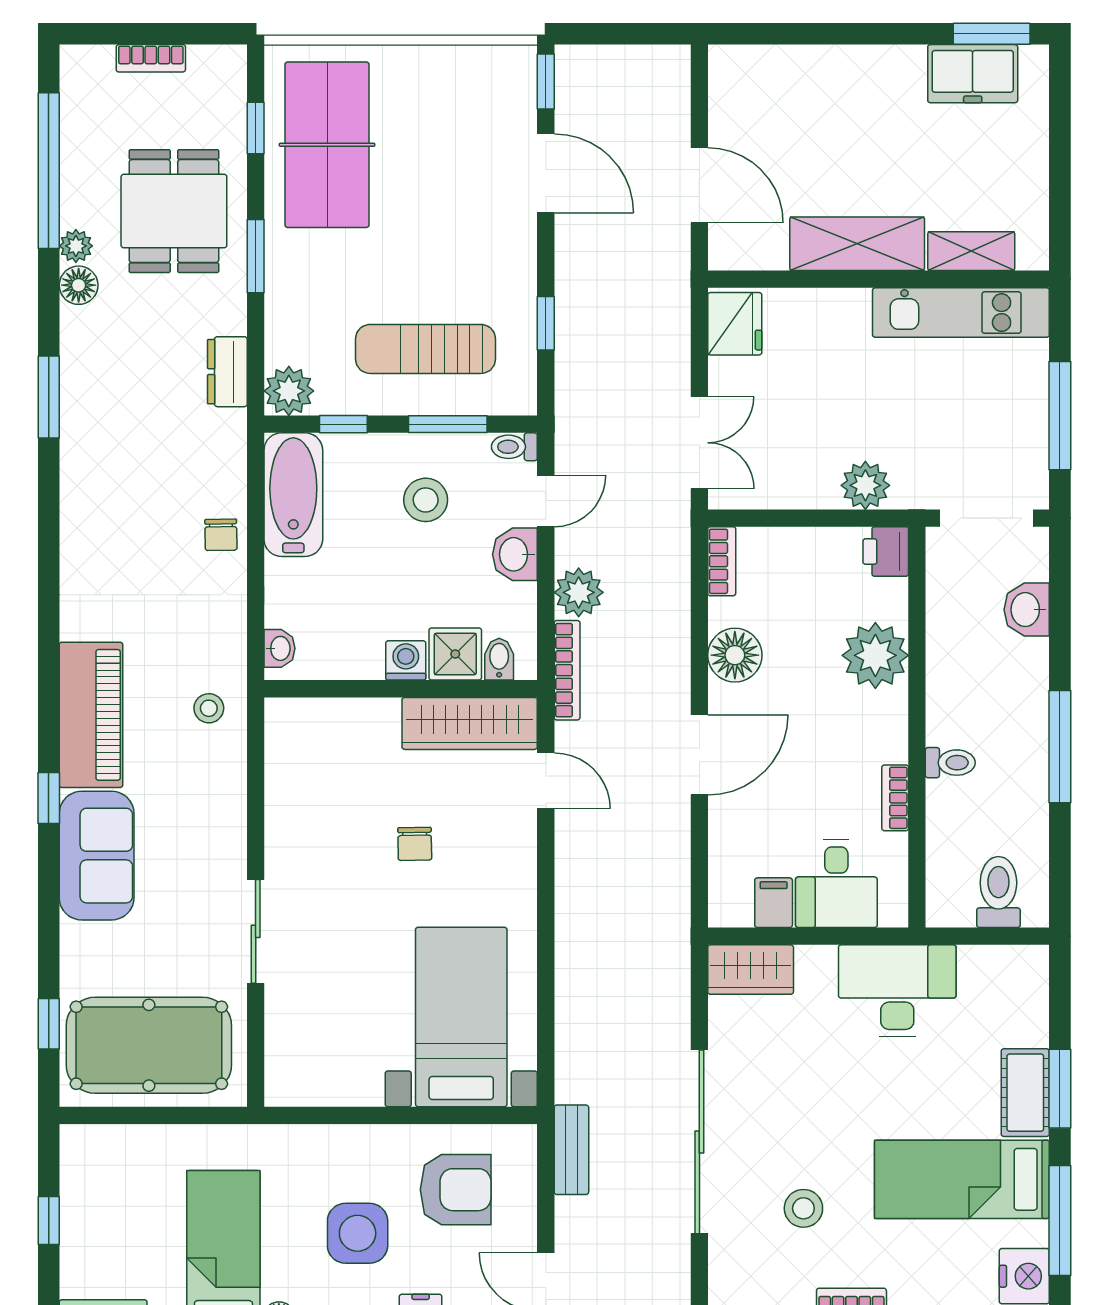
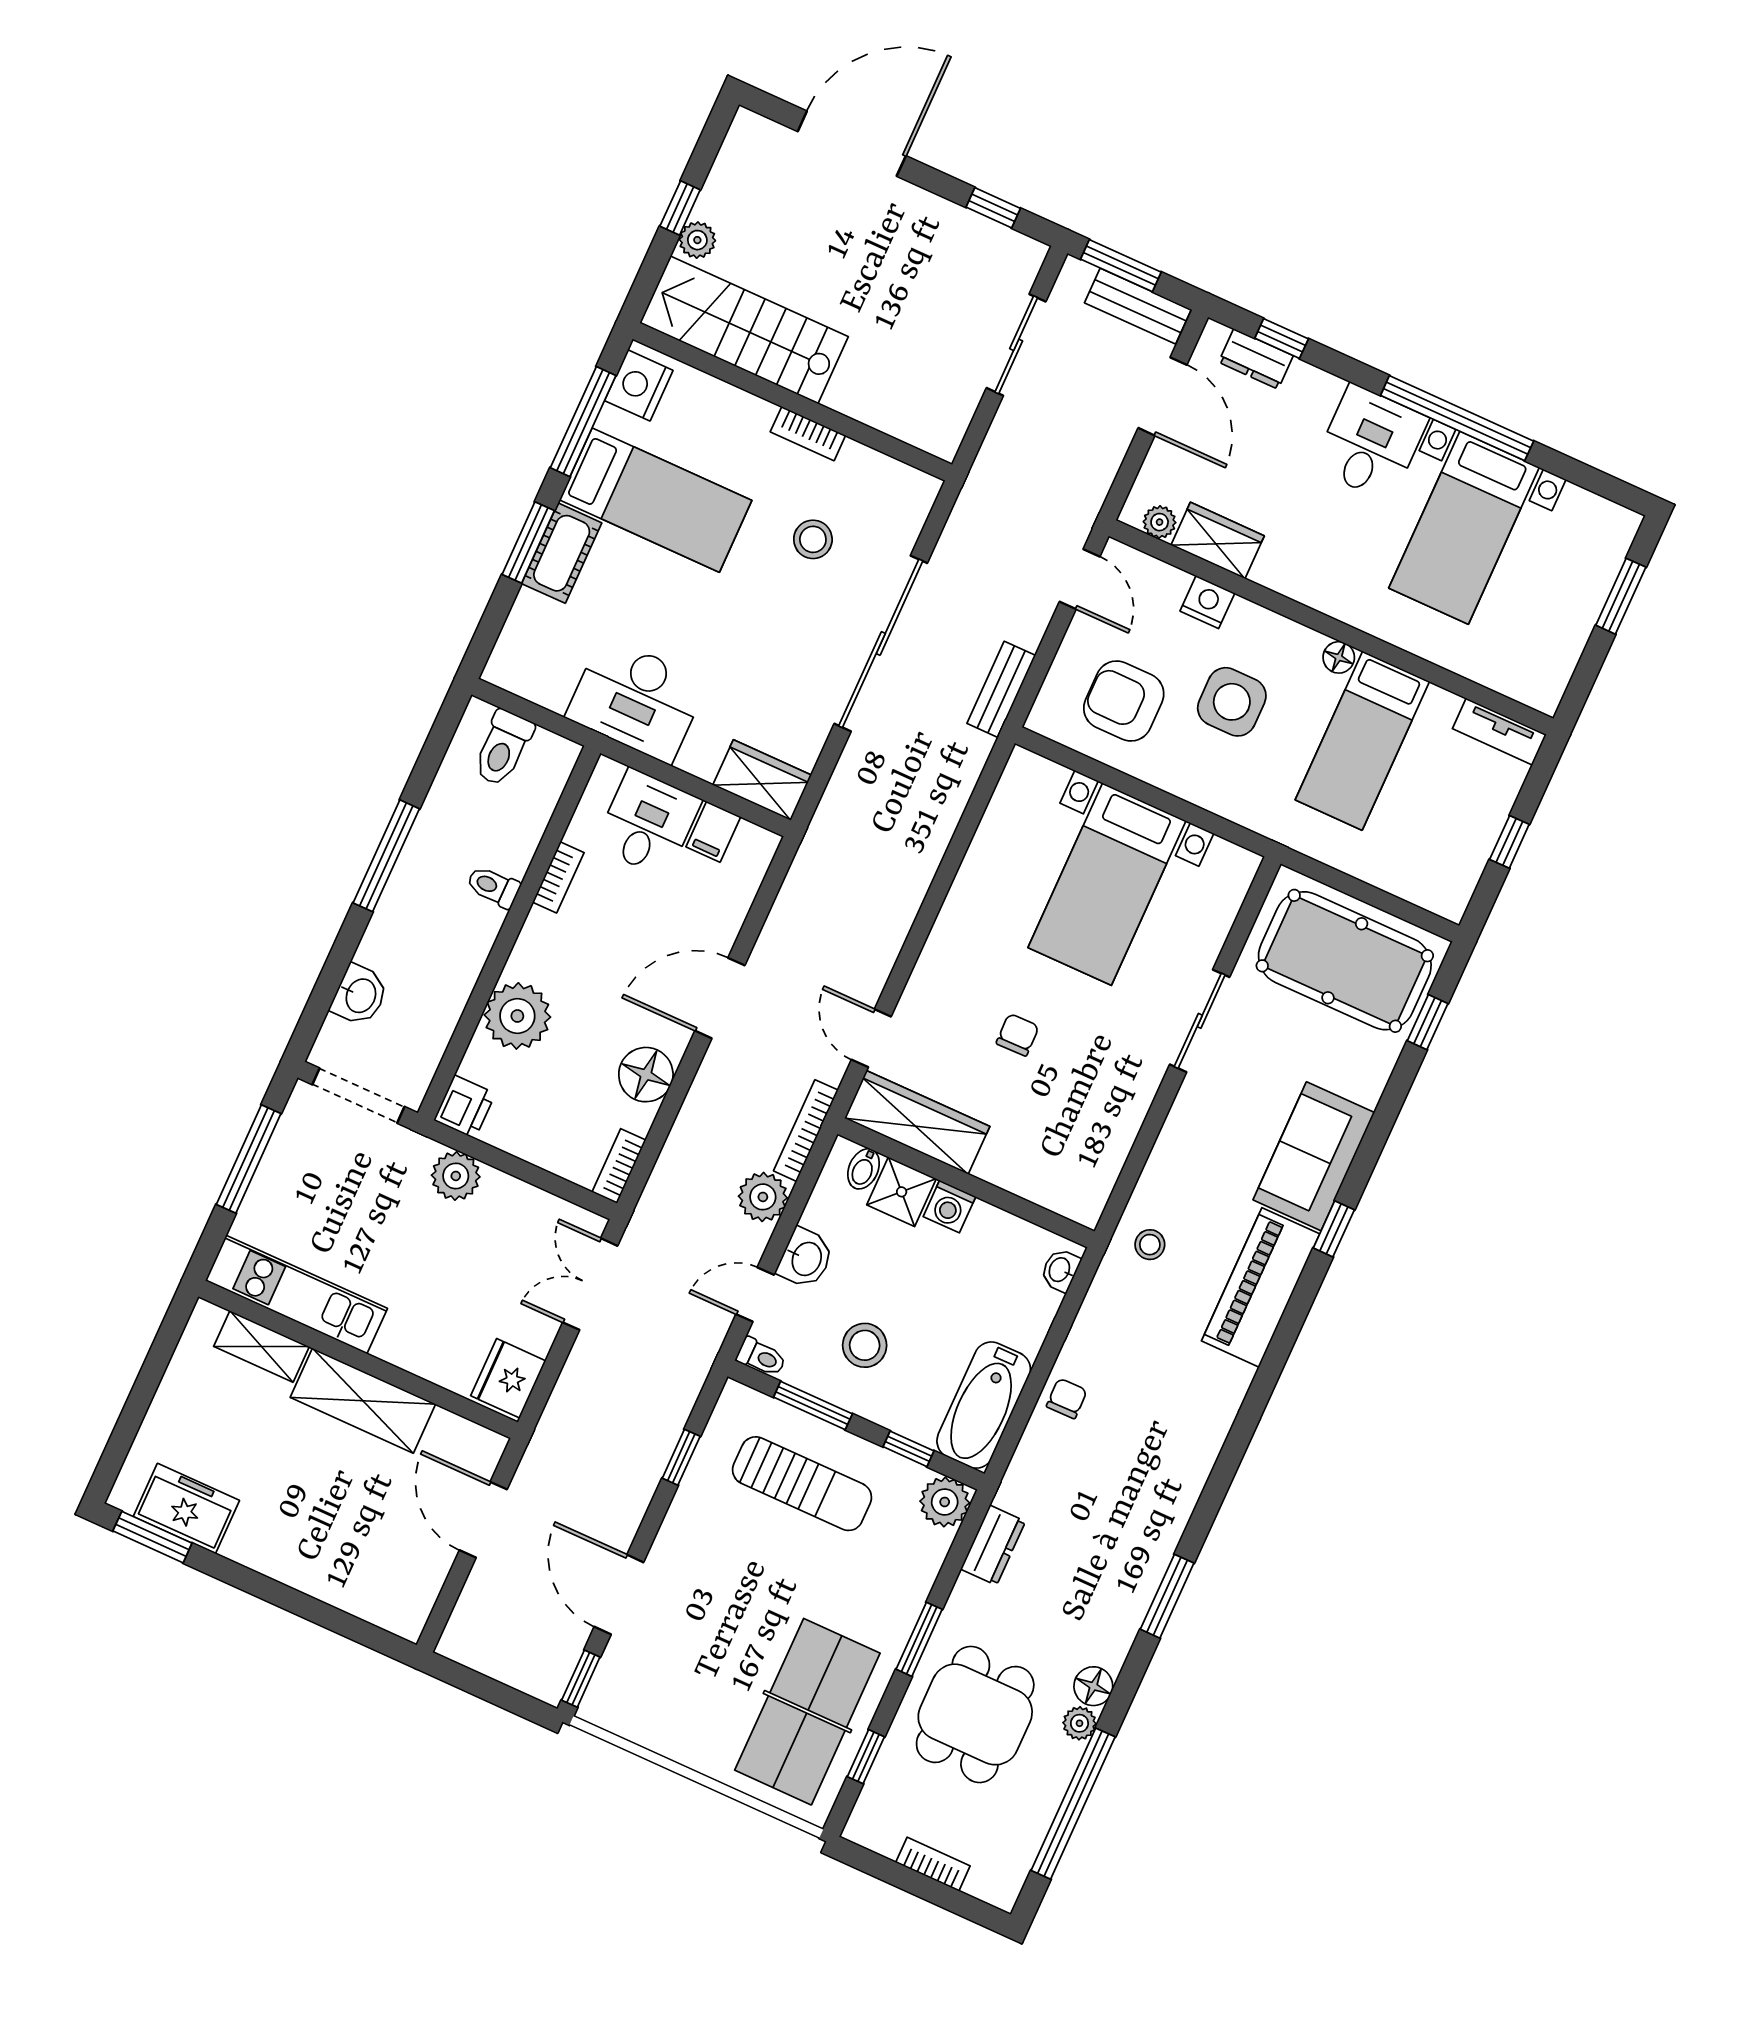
bed with nightstands: (461, 1017) -> (1107, 884), moved

